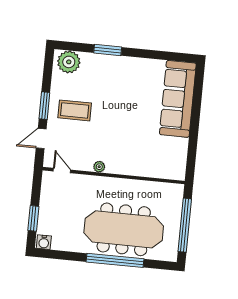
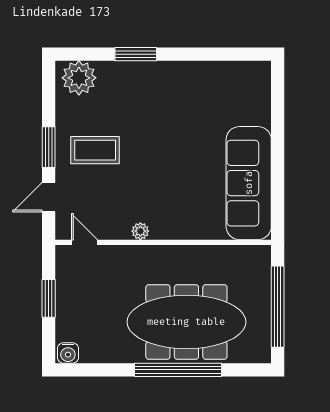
sofa: (178, 99) -> (249, 183), moved
window: (33, 218) -> (49, 298), moved

